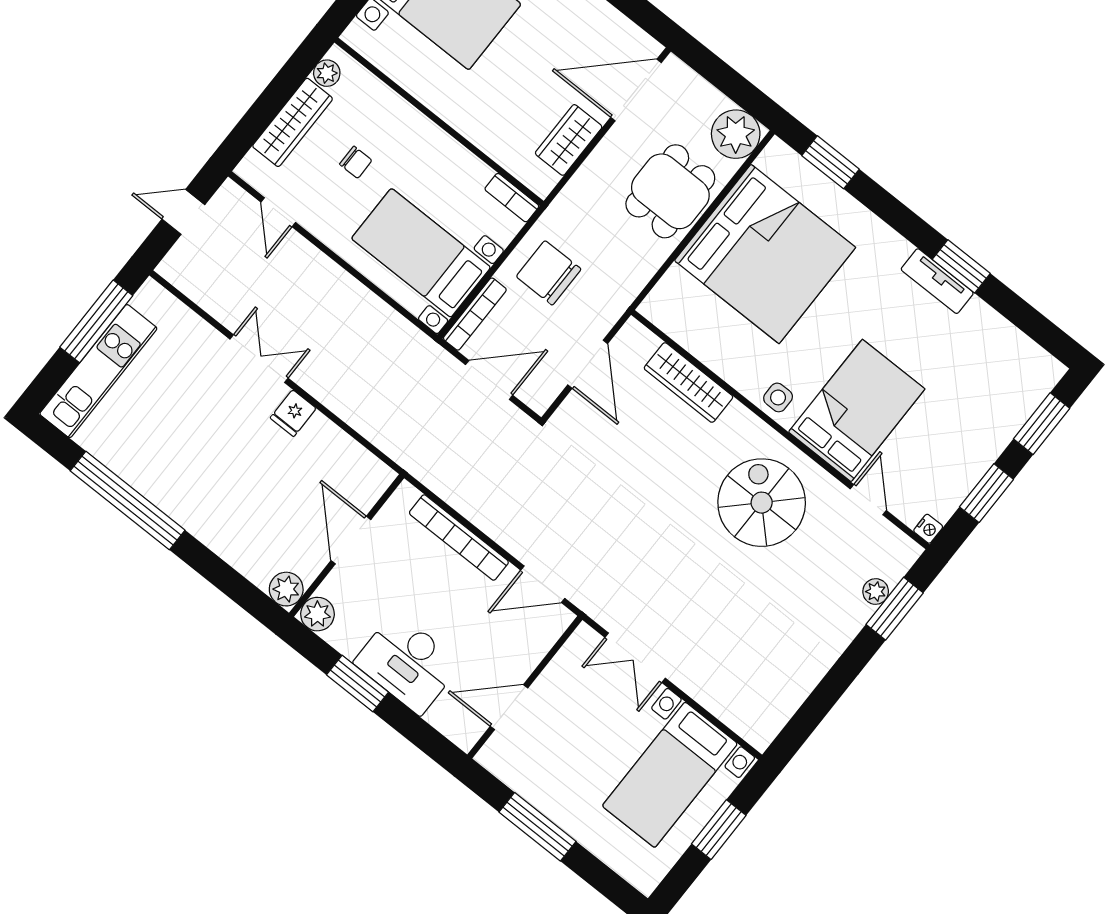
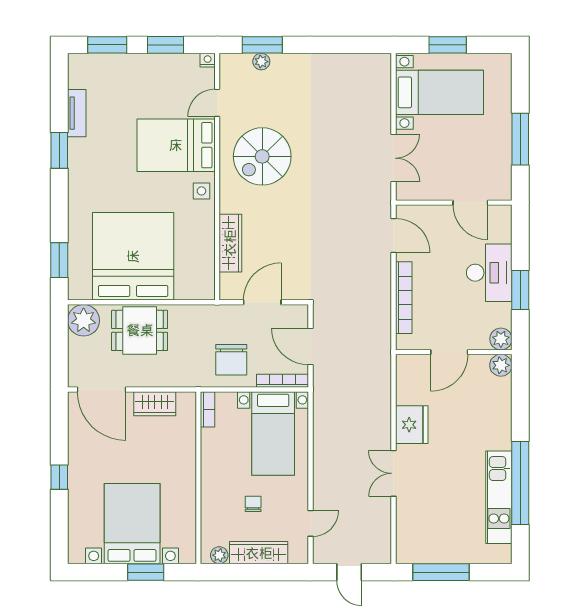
tv unit: (937, 281) -> (77, 113), moved
kitchen unit: (98, 371) -> (499, 497), moved, turned -90
fridge: (293, 413) -> (412, 425), width x1.88, depth x1.34

